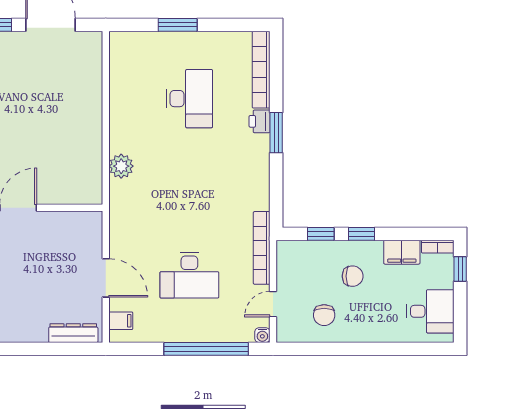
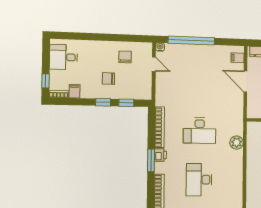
printer: (260, 121) -> (160, 155), moved
bookcase: (262, 248) -> (160, 127), moved
filing cabinet: (402, 252) -> (74, 91), width x0.50
desk: (189, 275) -> (200, 131), moved, turned 180
door: (273, 304) -> (154, 64), hinge flipped

